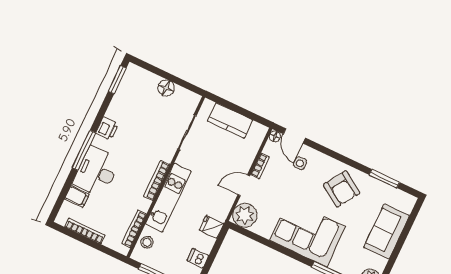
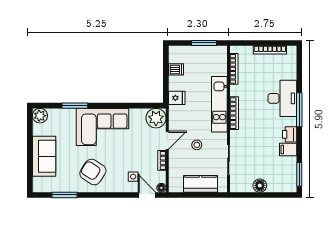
filing cabinet: (77, 196) -> (288, 150), moved
stool: (147, 242) -> (197, 145), moved

